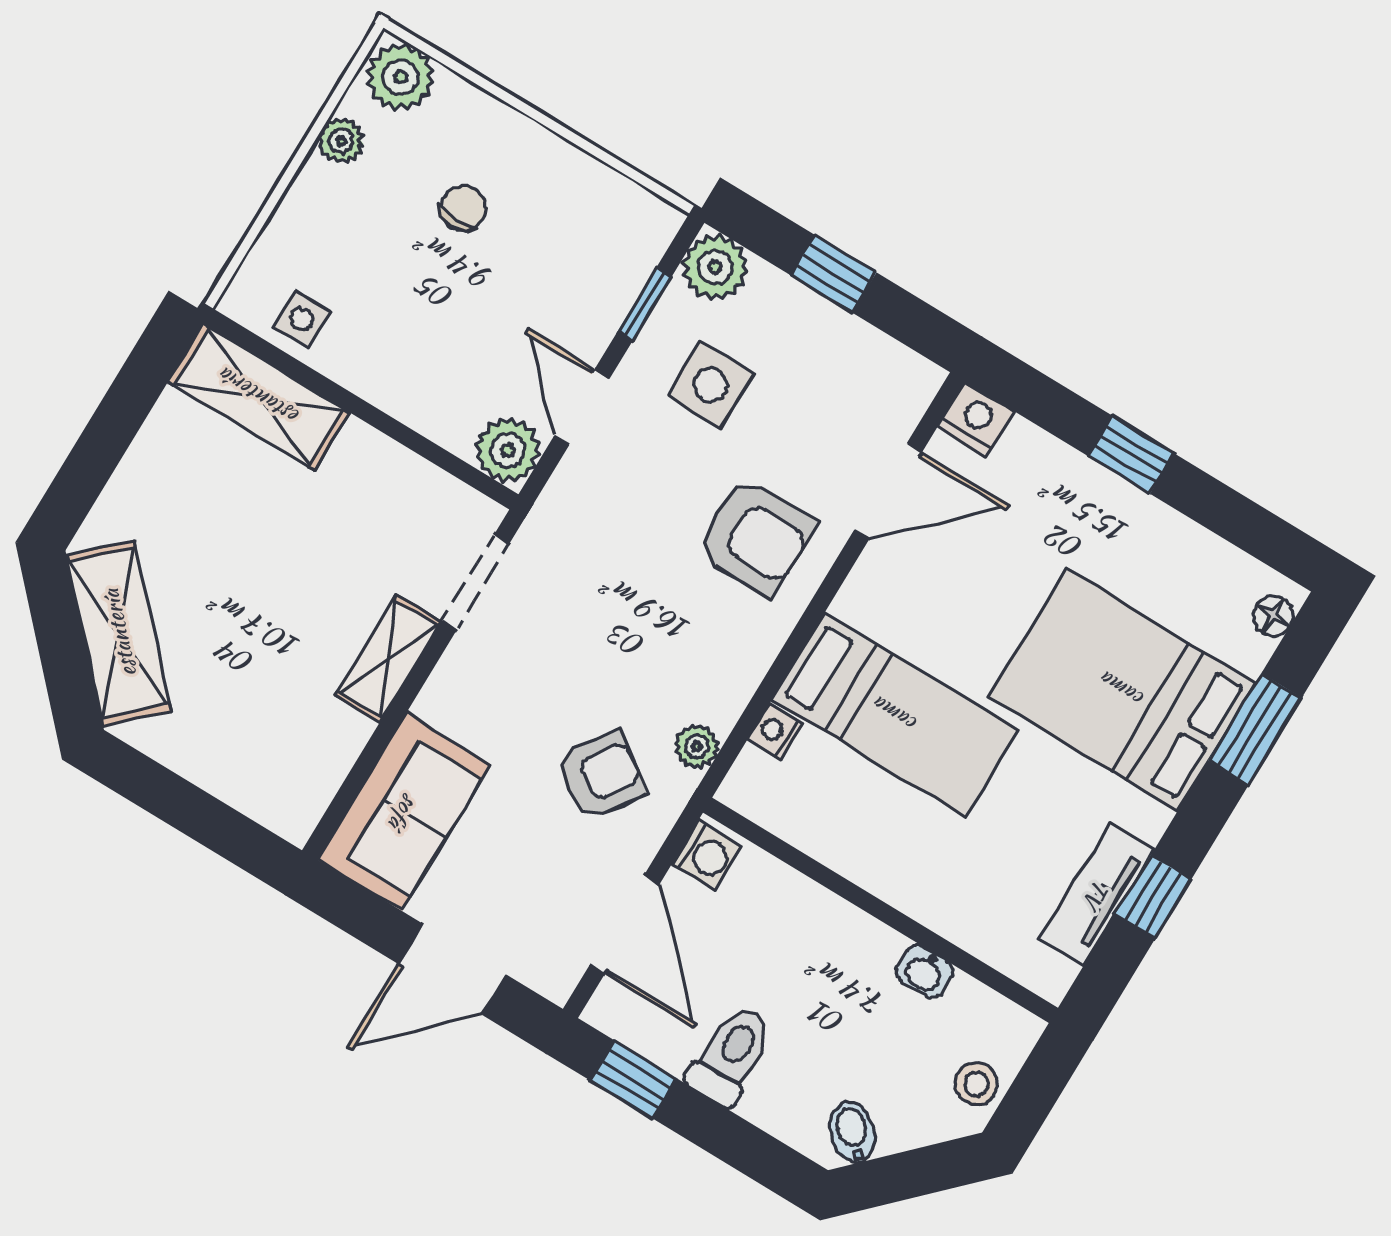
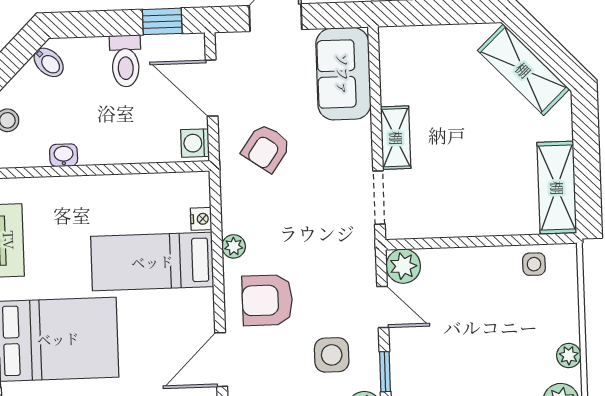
chair: (463, 208) -> (494, 361), removed
shelving: (259, 397) -> (557, 188), moved, turned 90
plant: (697, 747) -> (234, 246), moved

